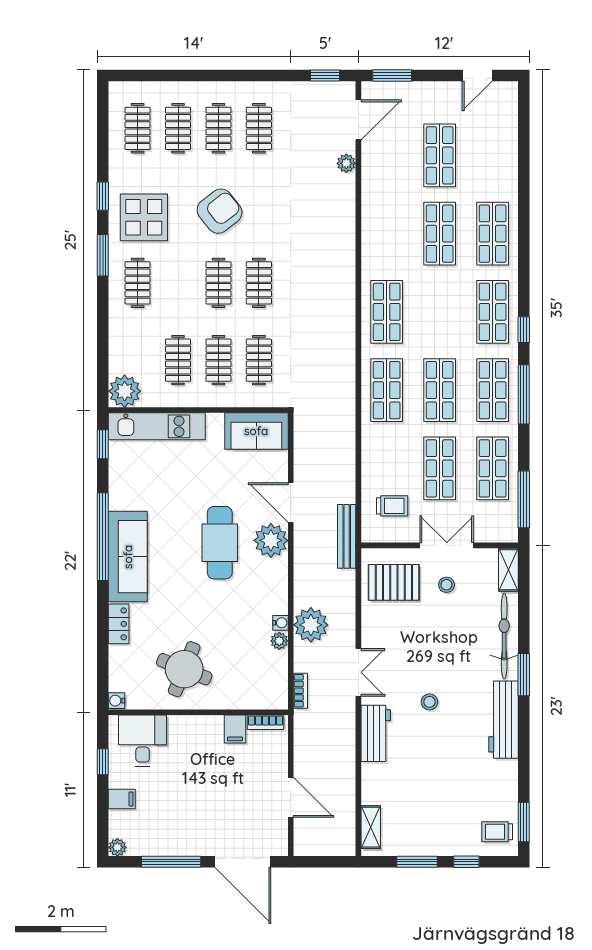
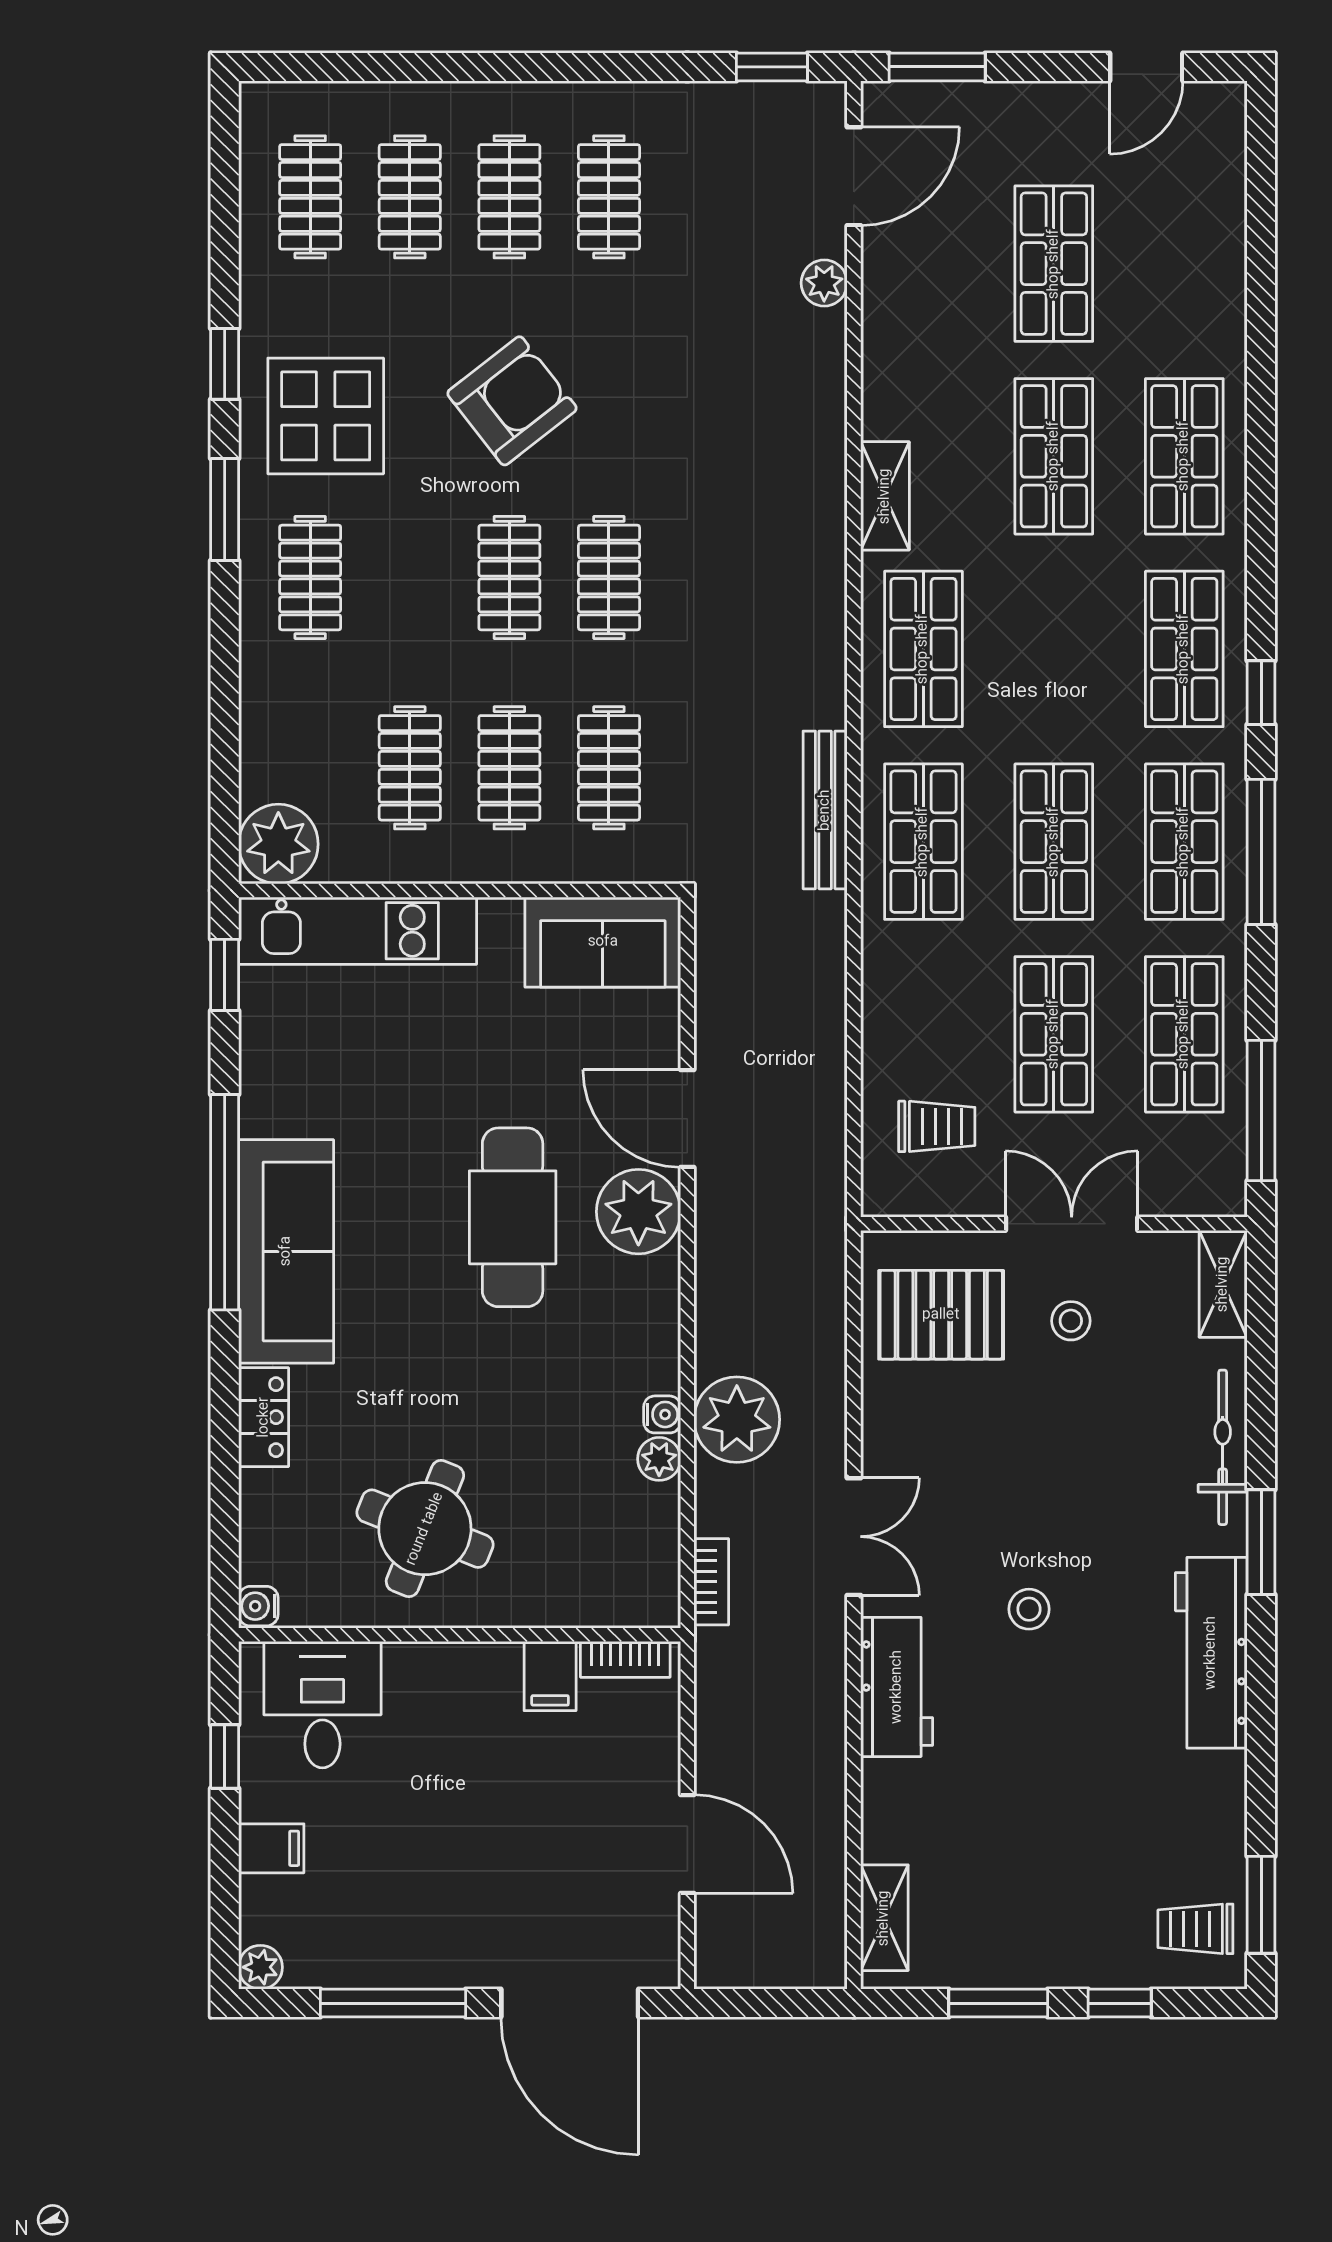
shelving: (371, 250) -> (885, 496), added
bench: (347, 536) -> (825, 810), moved
bicycle: (504, 636) -> (1223, 1447), width x0.73, depth x0.71

